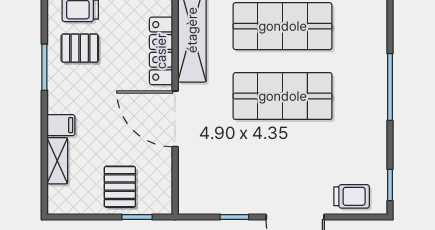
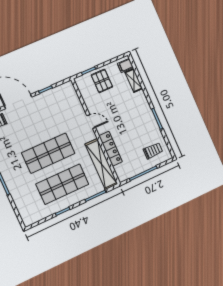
pallet: (80, 48) -> (146, 134), removed
door: (175, 119) -> (91, 122), width x0.53
filing cabinet: (61, 125) -> (125, 65), moved

